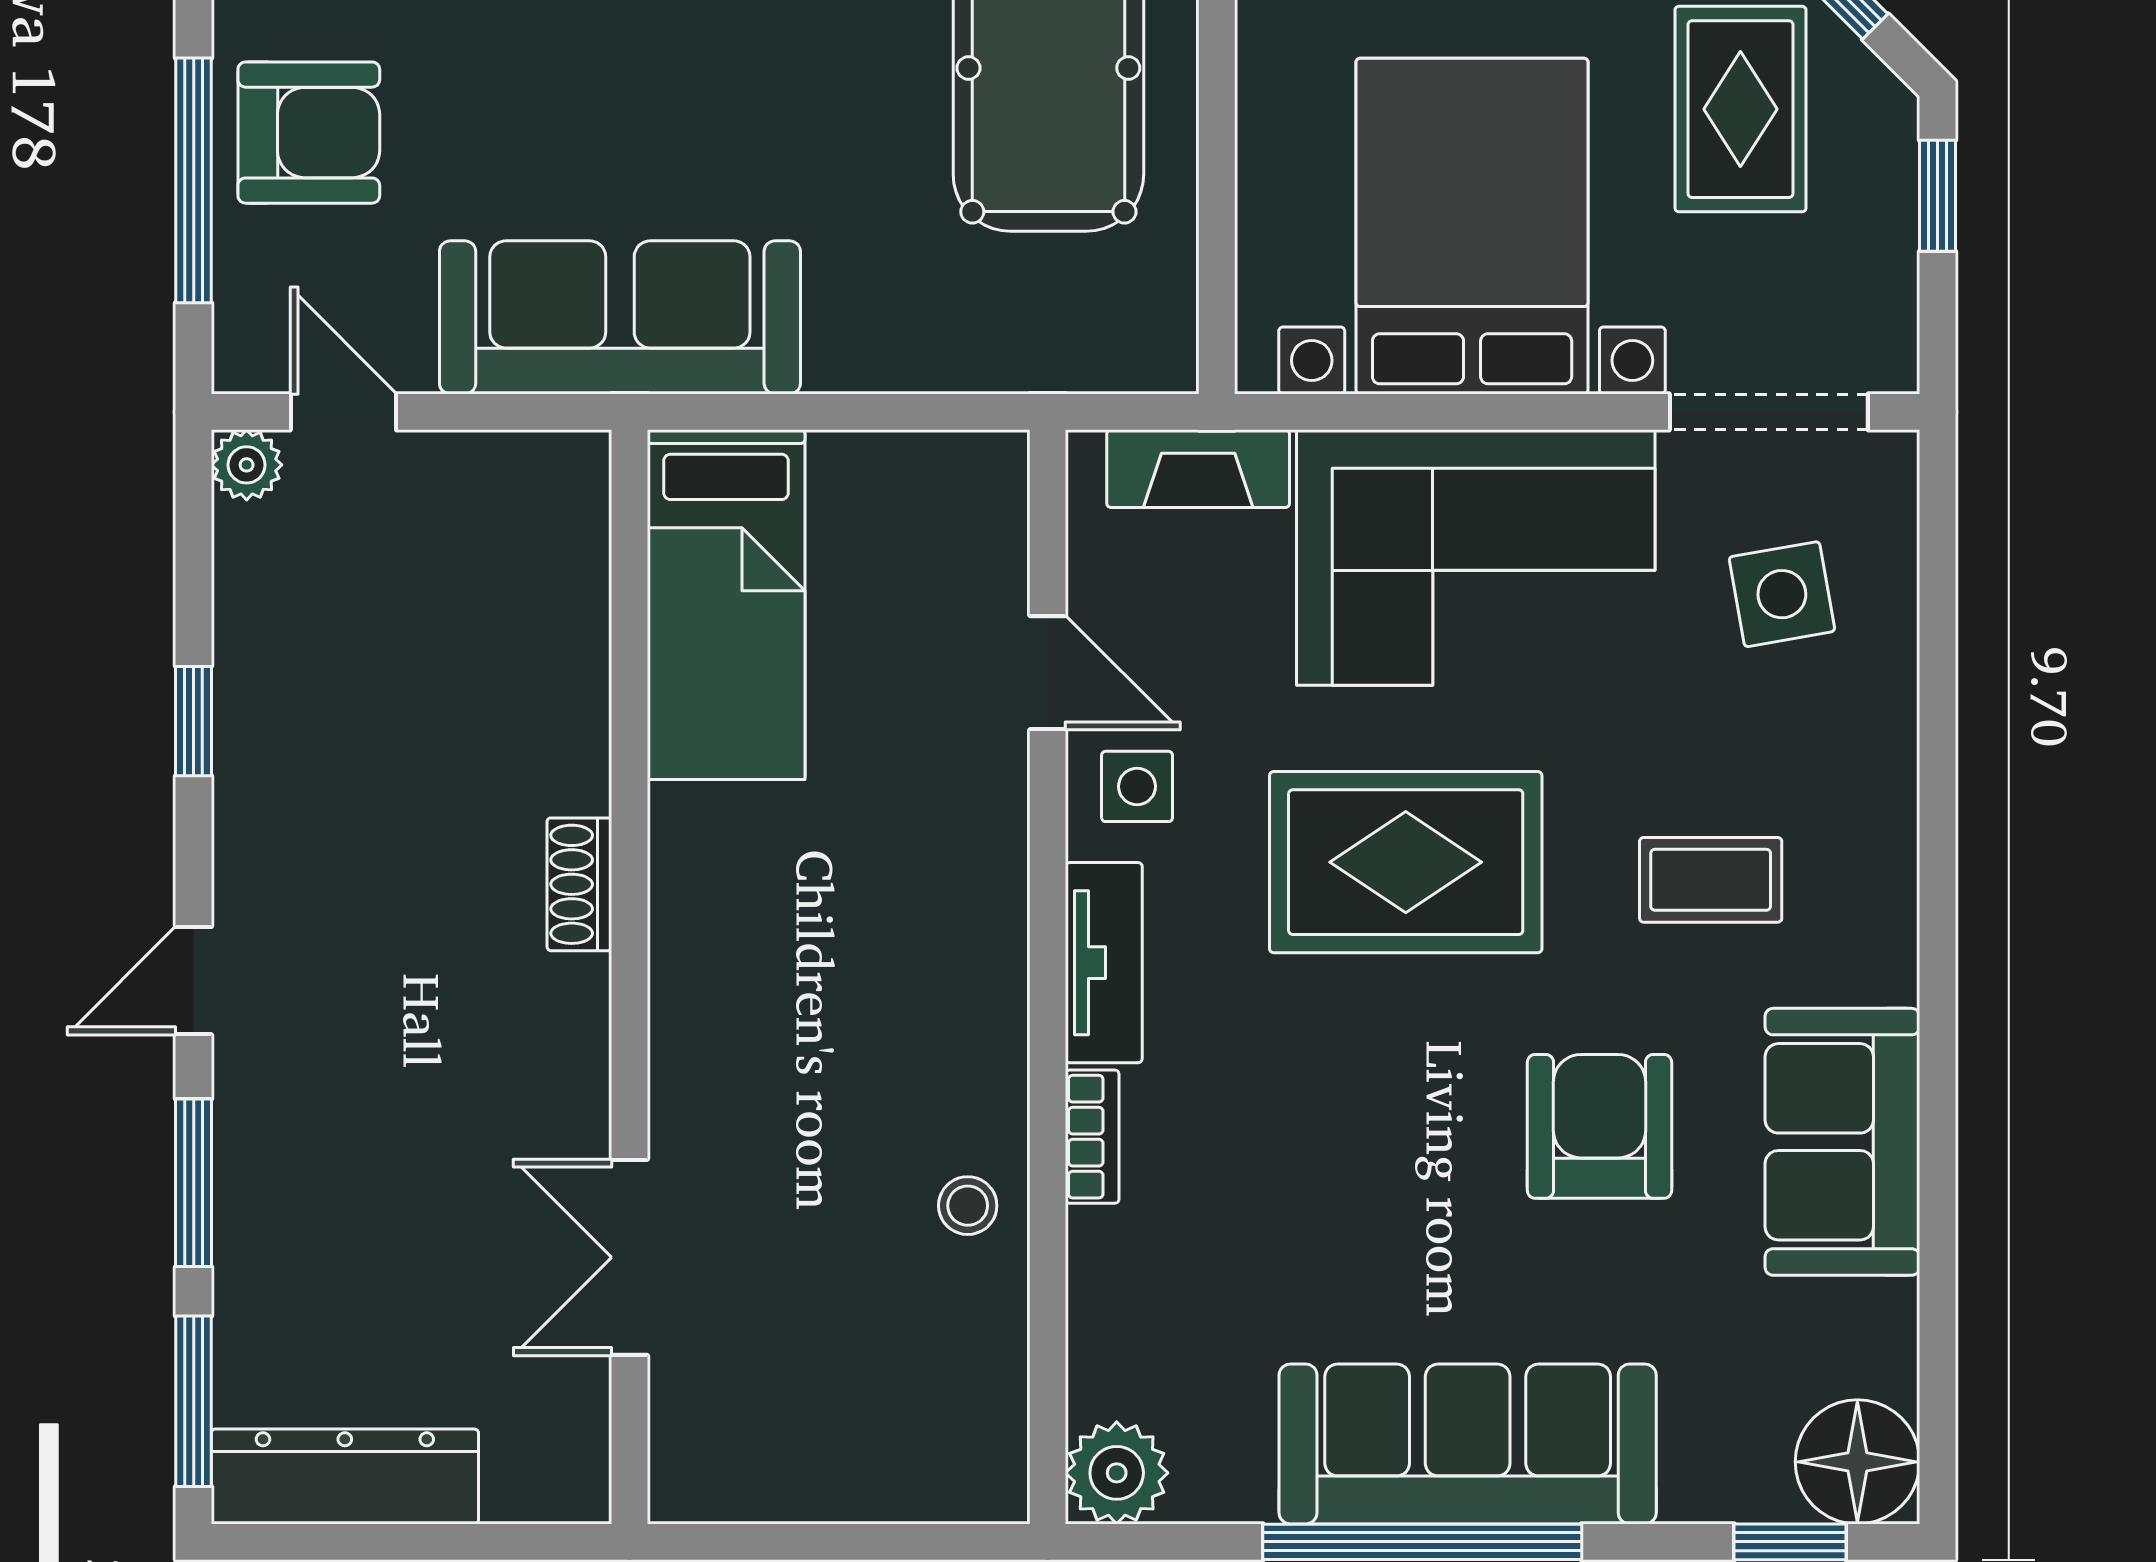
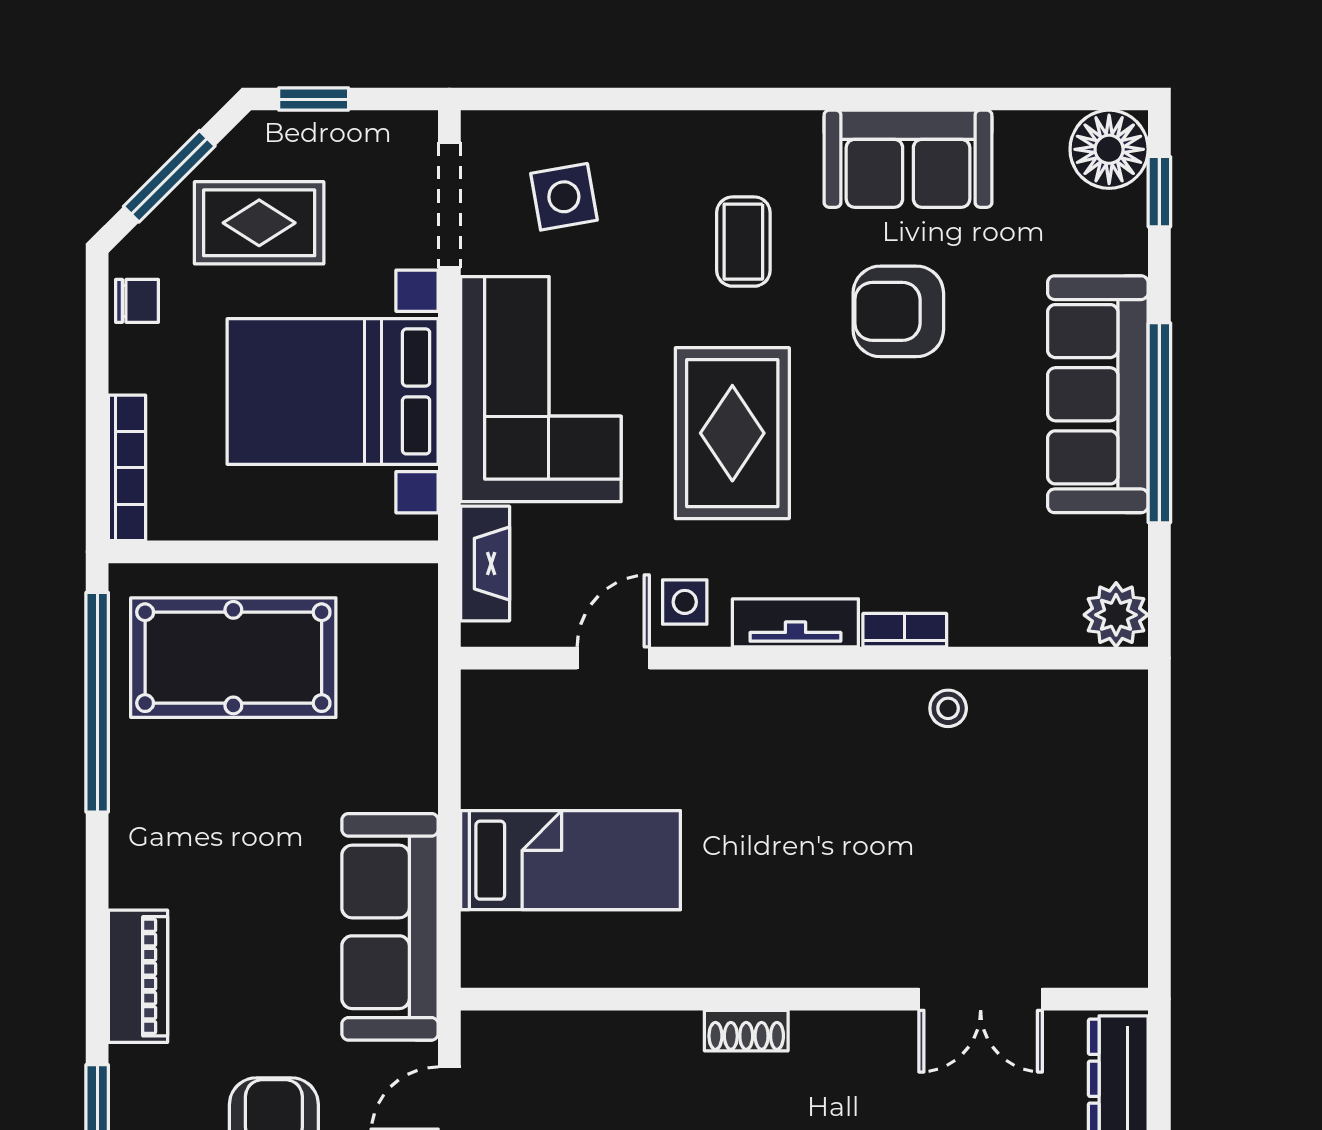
shoe rack: (579, 884) -> (746, 1031), moved
wall: (630, 977) -> (804, 999), moved
double door: (630, 1257) -> (981, 999), moved

